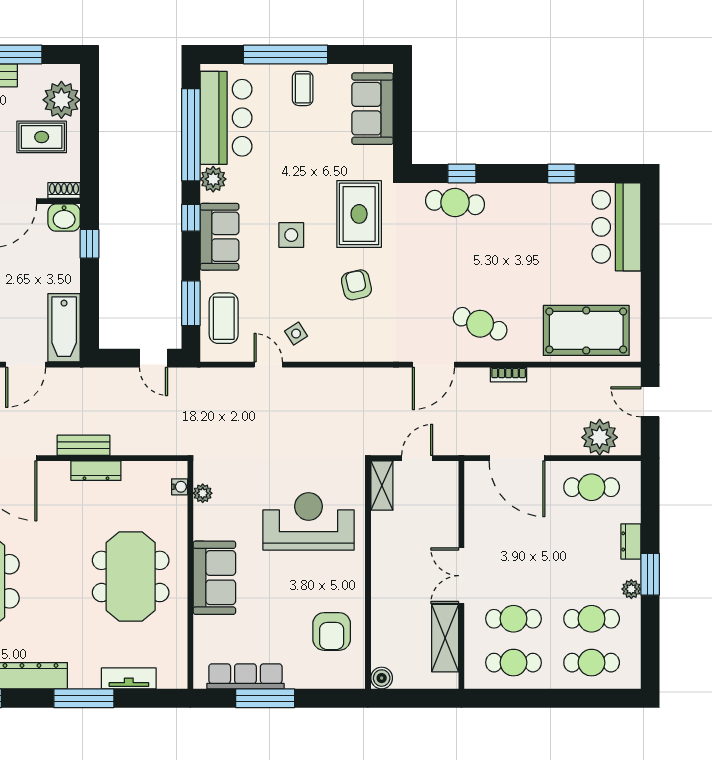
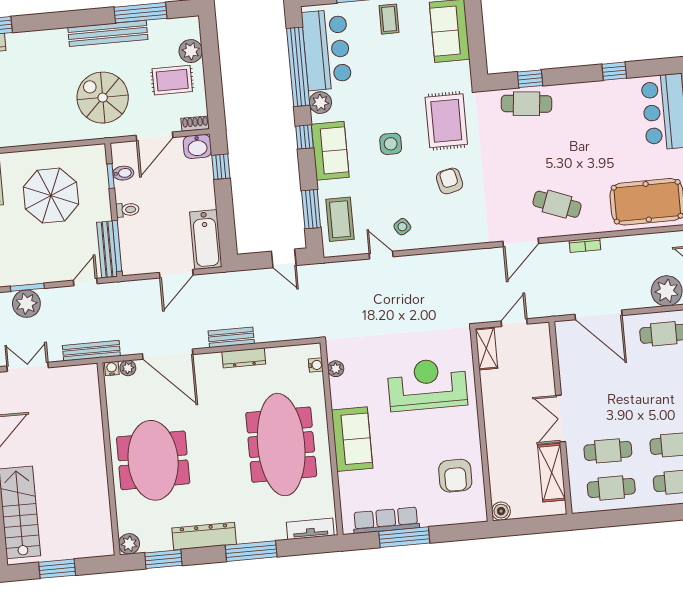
plant: (61, 100) -> (191, 51), width x0.73, depth x0.73
meeting table: (131, 576) -> (281, 445), width x1.36
tv unit: (129, 678) -> (310, 529), moved

